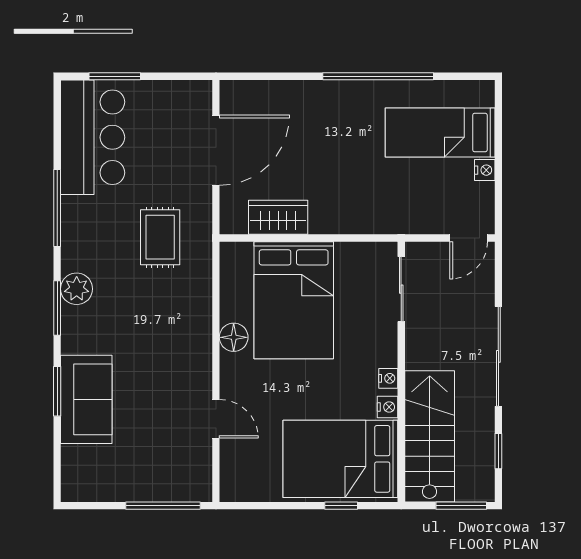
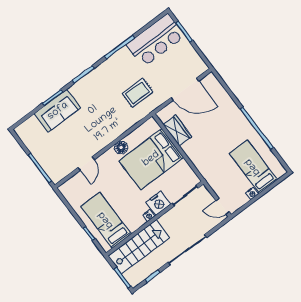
plant: (77, 289) -> (95, 76), removed
nightstand: (388, 407) -> (158, 203), moved, width x1.89, depth x1.79
bed: (340, 459) -> (106, 220), width x0.67

